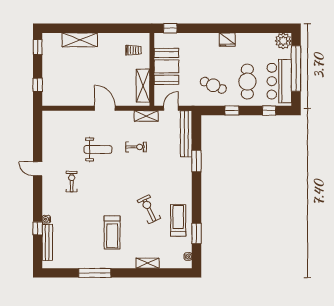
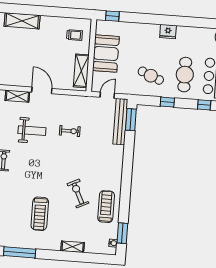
shelving: (146, 116) -> (17, 96), moved
window: (197, 161) -> (131, 120), moved
window: (197, 233) -> (122, 233), moved

